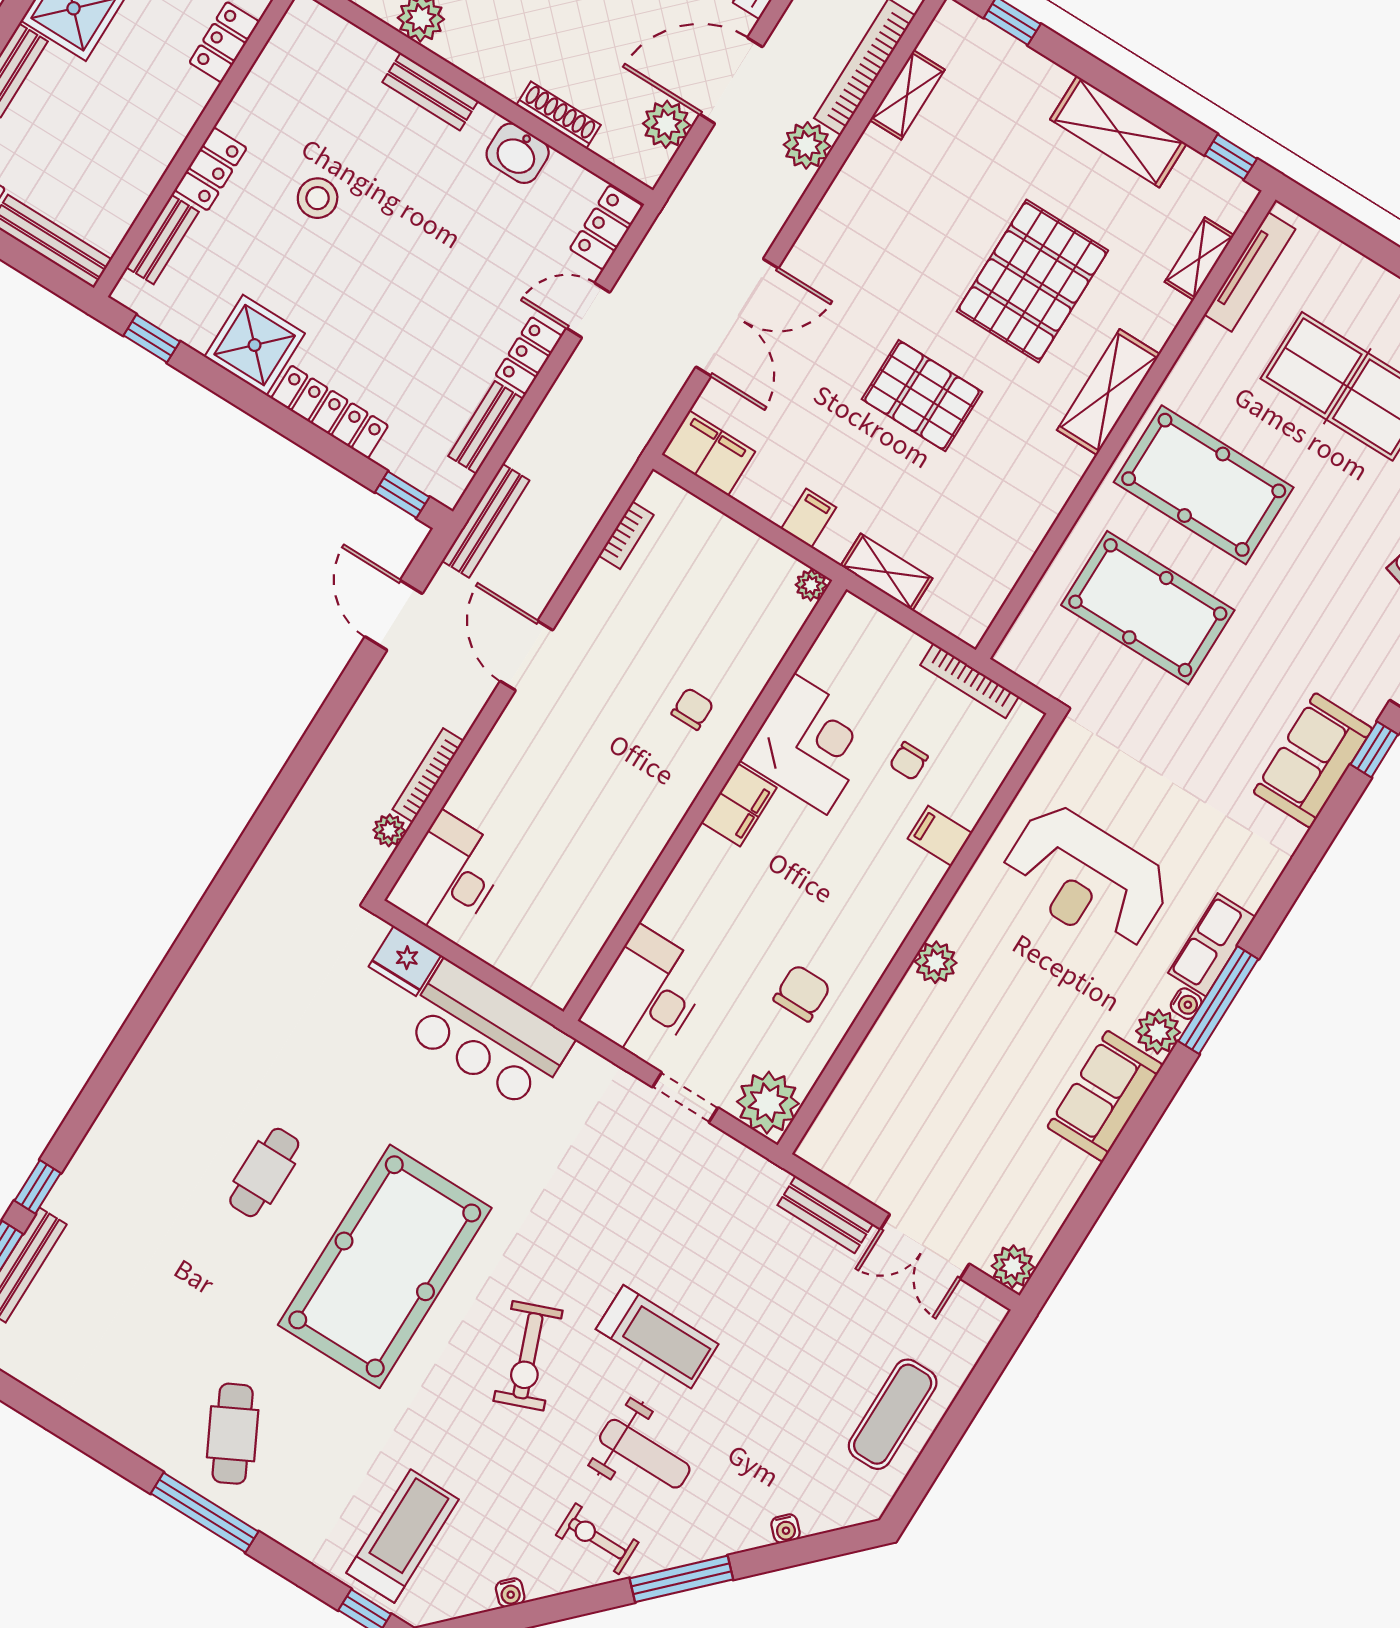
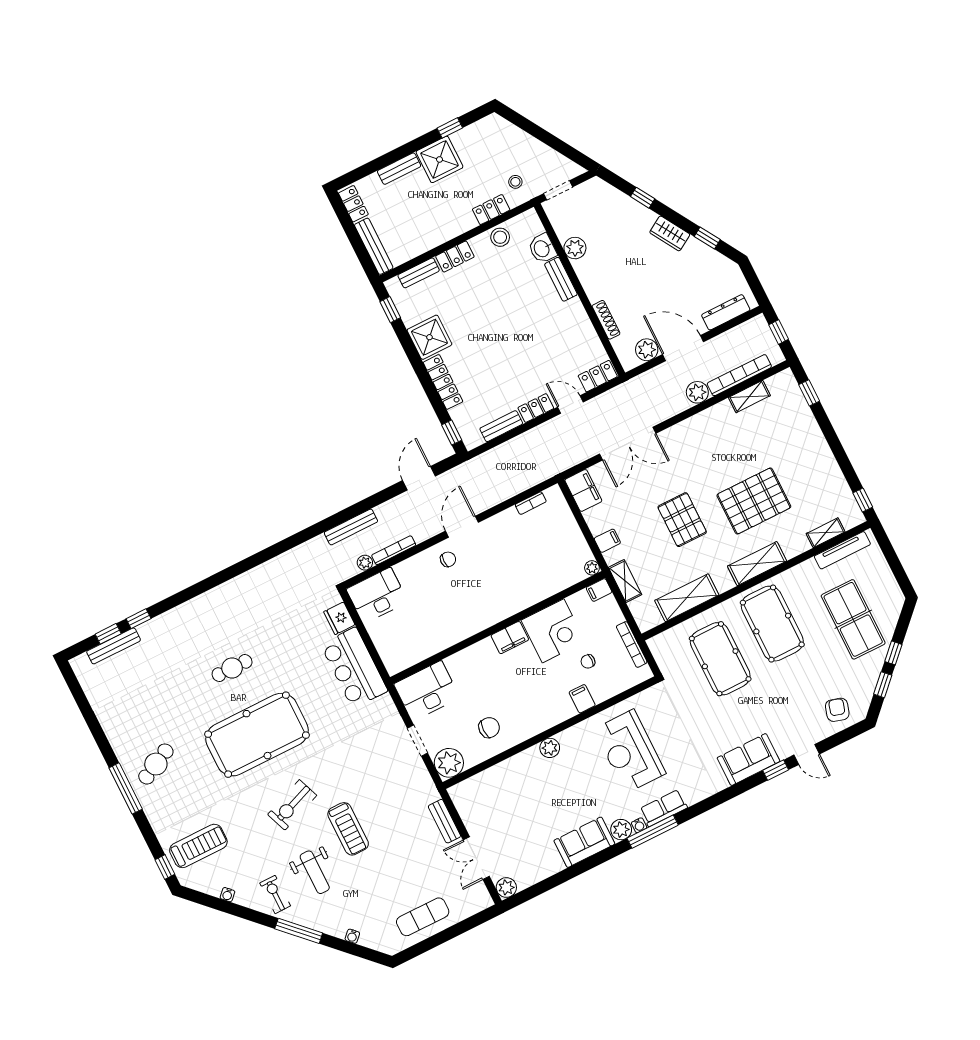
shelving: (1118, 132) -> (687, 598), moved, turned 90
washbasin: (518, 153) -> (542, 249), moved
stool: (318, 198) -> (500, 237), moved
bench: (486, 521) -> (351, 527), moved
filing cabinet: (849, 618) -> (599, 590), added
chair: (692, 709) -> (448, 559), moved

